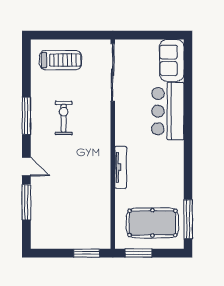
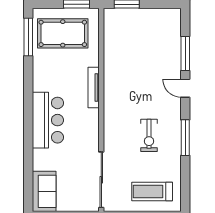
bar counter: (168, 111) -> (48, 120), moved

